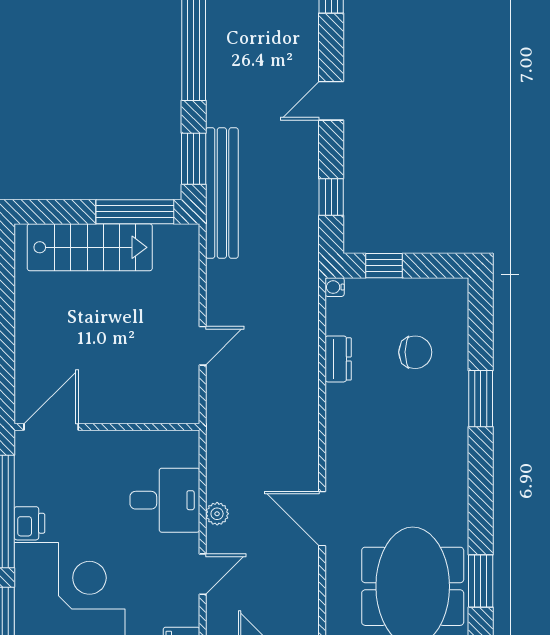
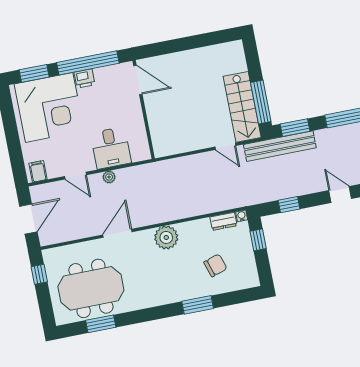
stairs: (90, 247) -> (242, 107), moved
door: (203, 346) -> (225, 146), moved
chair: (415, 352) -> (215, 265), turned -108
dresser: (338, 359) -> (223, 221), moved
plant: (347, 432) -> (166, 237), added

